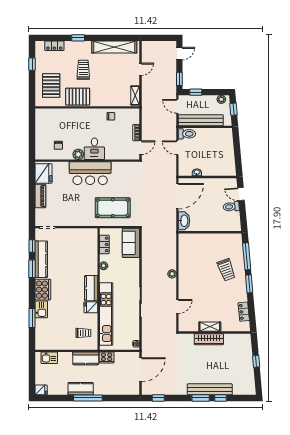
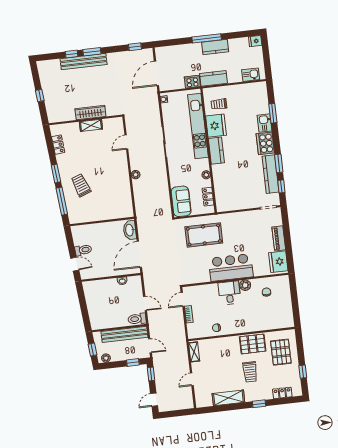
shelving: (114, 47) -> (228, 398), width x0.68
fridge: (91, 307) -> (216, 126), width x1.88, depth x1.34

